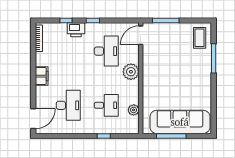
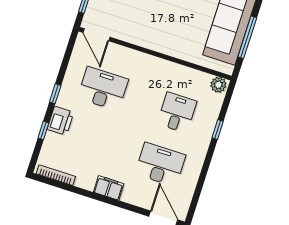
plant: (131, 72) -> (142, 64), removed
plant: (134, 110) -> (218, 85), moved

